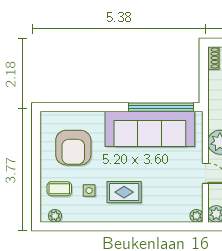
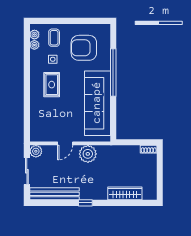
window: (161, 107) -> (113, 73), moved
plant: (196, 216) -> (34, 45), moved

